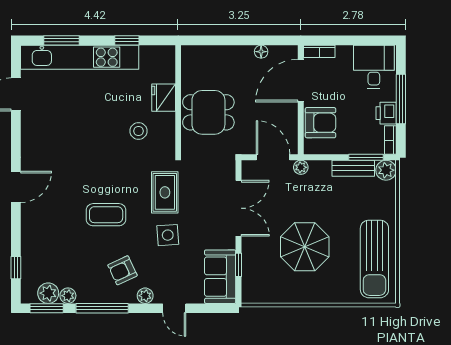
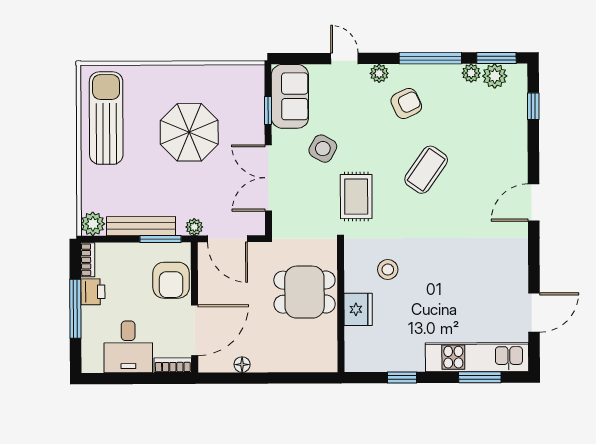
kitchen unit: (80, 57) -> (477, 357), width x0.73
desk: (374, 67) -> (128, 347), moved
armchair: (320, 123) -> (171, 280), turned -90
window: (366, 157) -> (160, 239), moved
bench: (353, 168) -> (141, 226), width x1.36
coffee table: (106, 215) -> (426, 170), turned -55
side table: (168, 235) -> (323, 149), moved, turned 33

